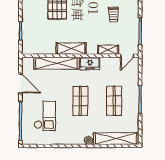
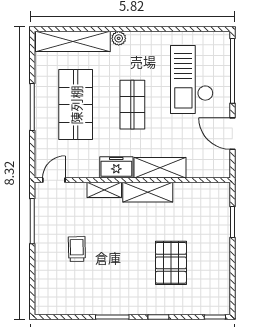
shelving: (108, 50) -> (104, 190), moved
shelving: (57, 63) -> (160, 168), width x0.68
shop shelf: (114, 101) -> (76, 105), width x1.43, depth x1.36
checkout: (45, 116) -> (192, 79), width x1.36, depth x1.21

